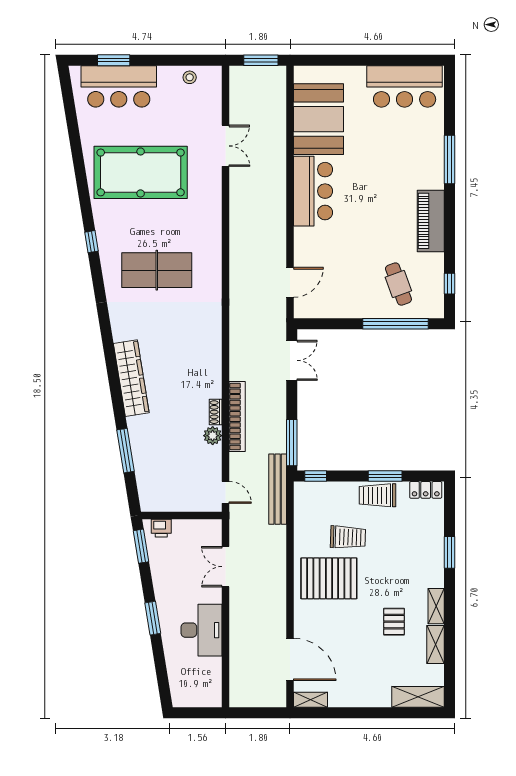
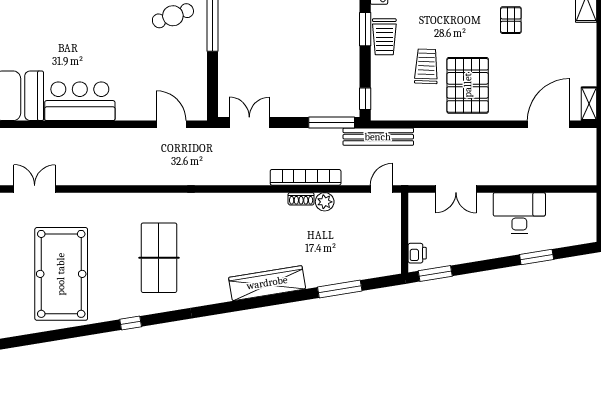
window: (153, 618) -> (537, 257), moved
pallet: (394, 622) -> (511, 20), turned 90

